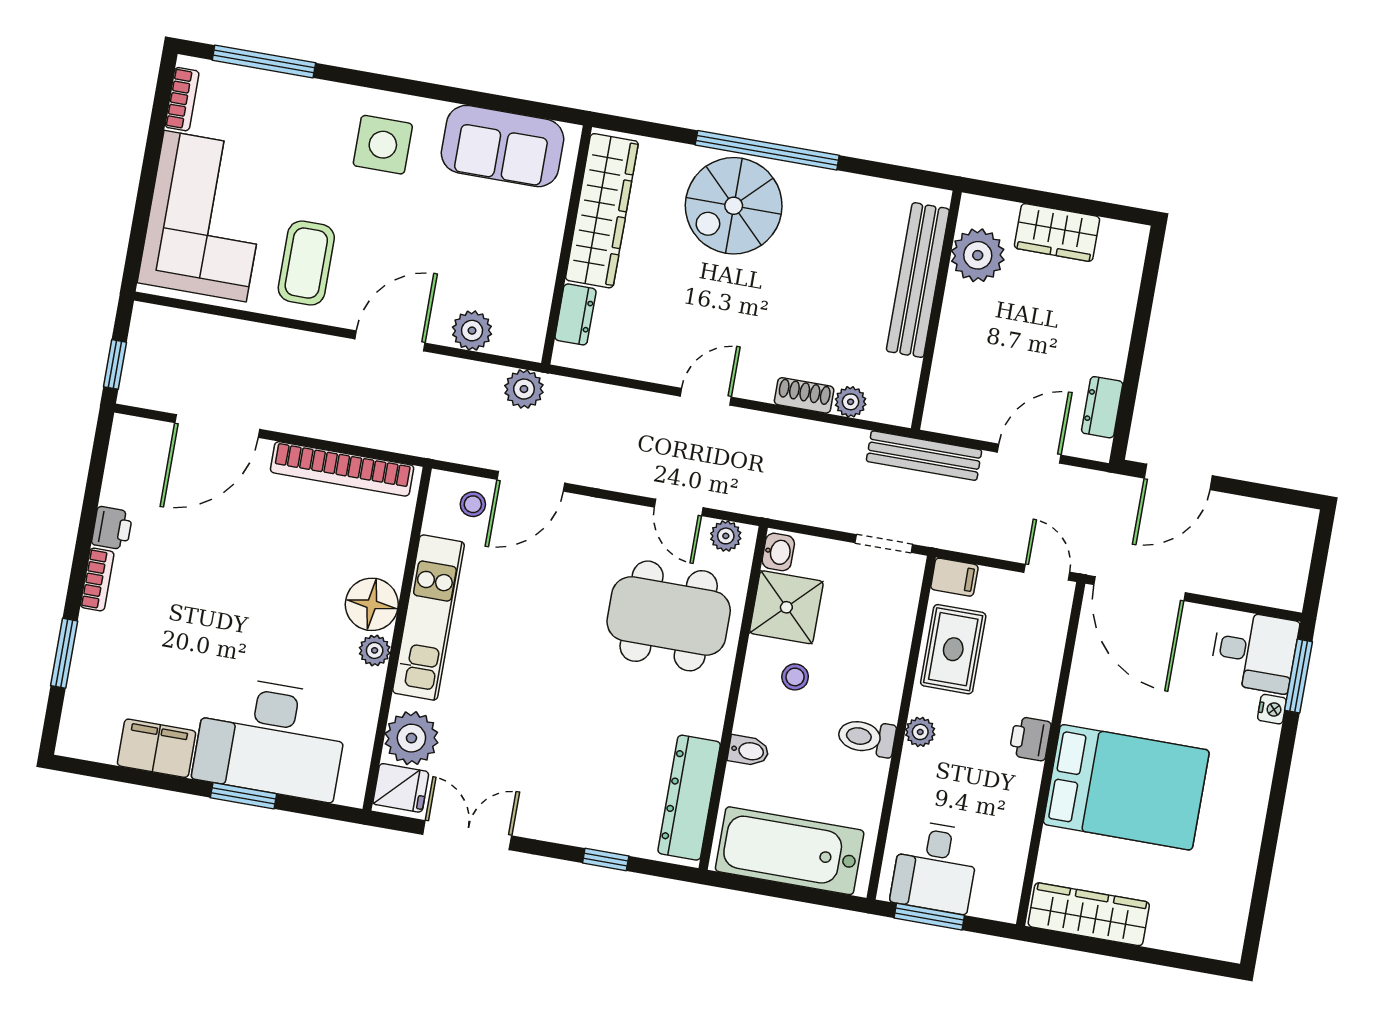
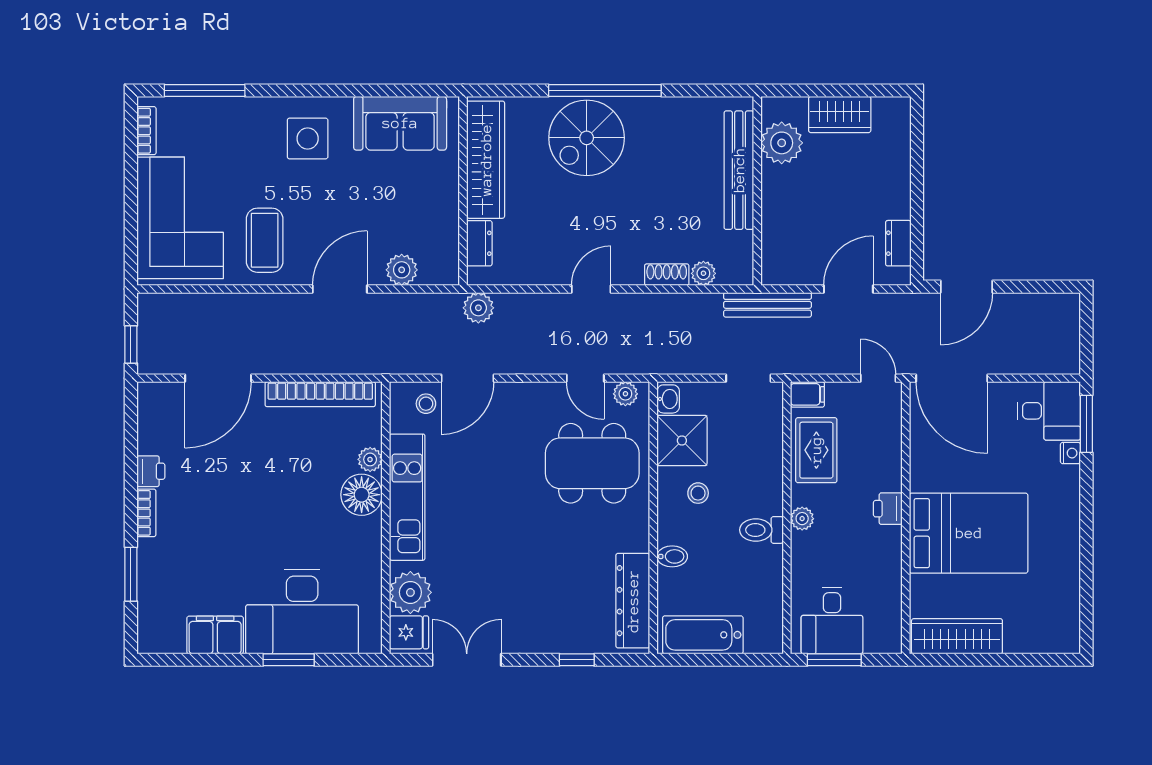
plant: (524, 389) -> (478, 308), moved
plant: (375, 650) -> (370, 459), moved
bathtub: (790, 851) -> (703, 635), width x0.73, depth x0.73

